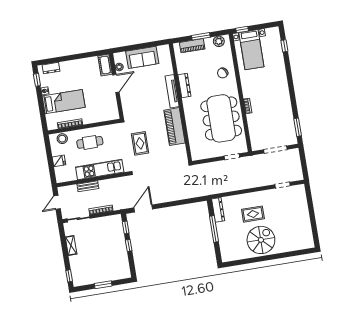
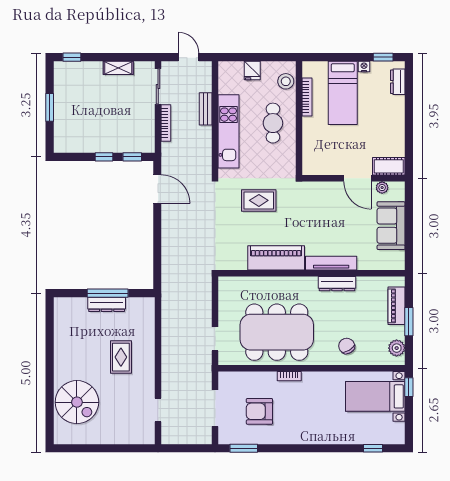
armchair: (273, 121) -> (259, 411), added
dresser: (218, 210) -> (107, 304), moved
spiral stairs: (261, 240) -> (77, 402), moved

